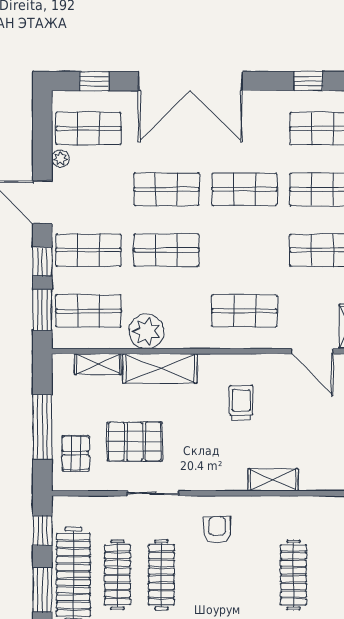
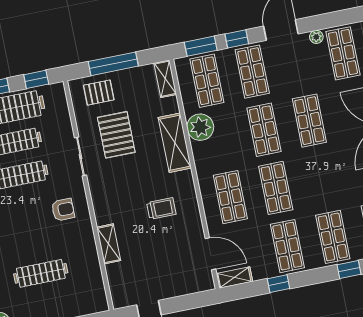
shop shelf: (244, 189) -> (276, 188), moved
door: (312, 351) -> (210, 254), swing flipped
shelving: (98, 364) -> (165, 79), moved

